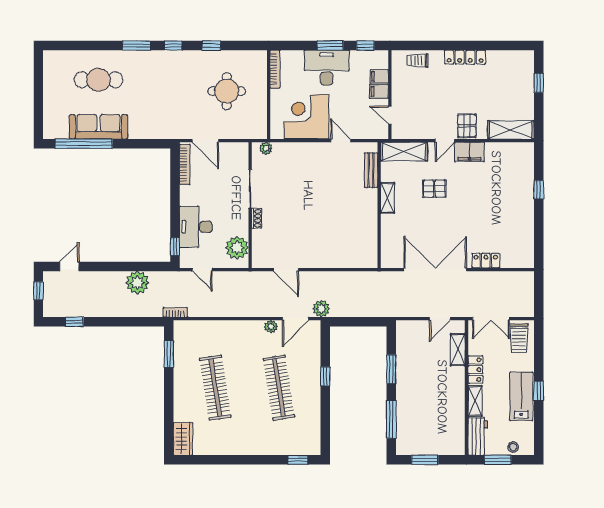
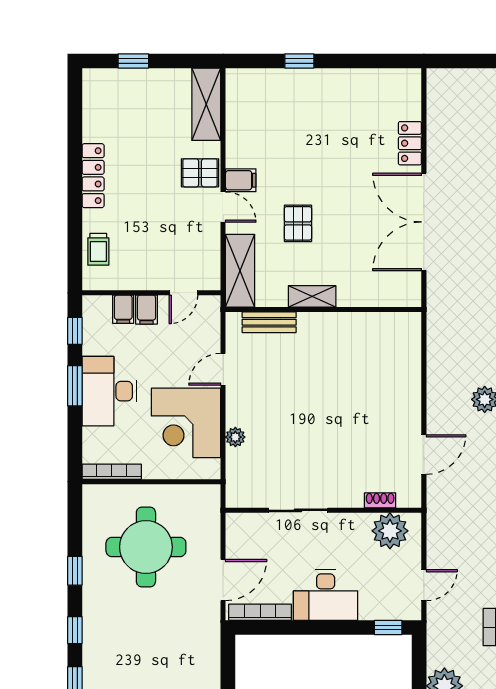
round table: (227, 91) -> (146, 547), width x1.36, depth x1.36
plant: (266, 148) -> (235, 437), moved
filing cabinet: (469, 152) -> (241, 180), width x0.50
shoe rack: (257, 218) -> (380, 500), moved
desk: (196, 227) -> (326, 595), moved

